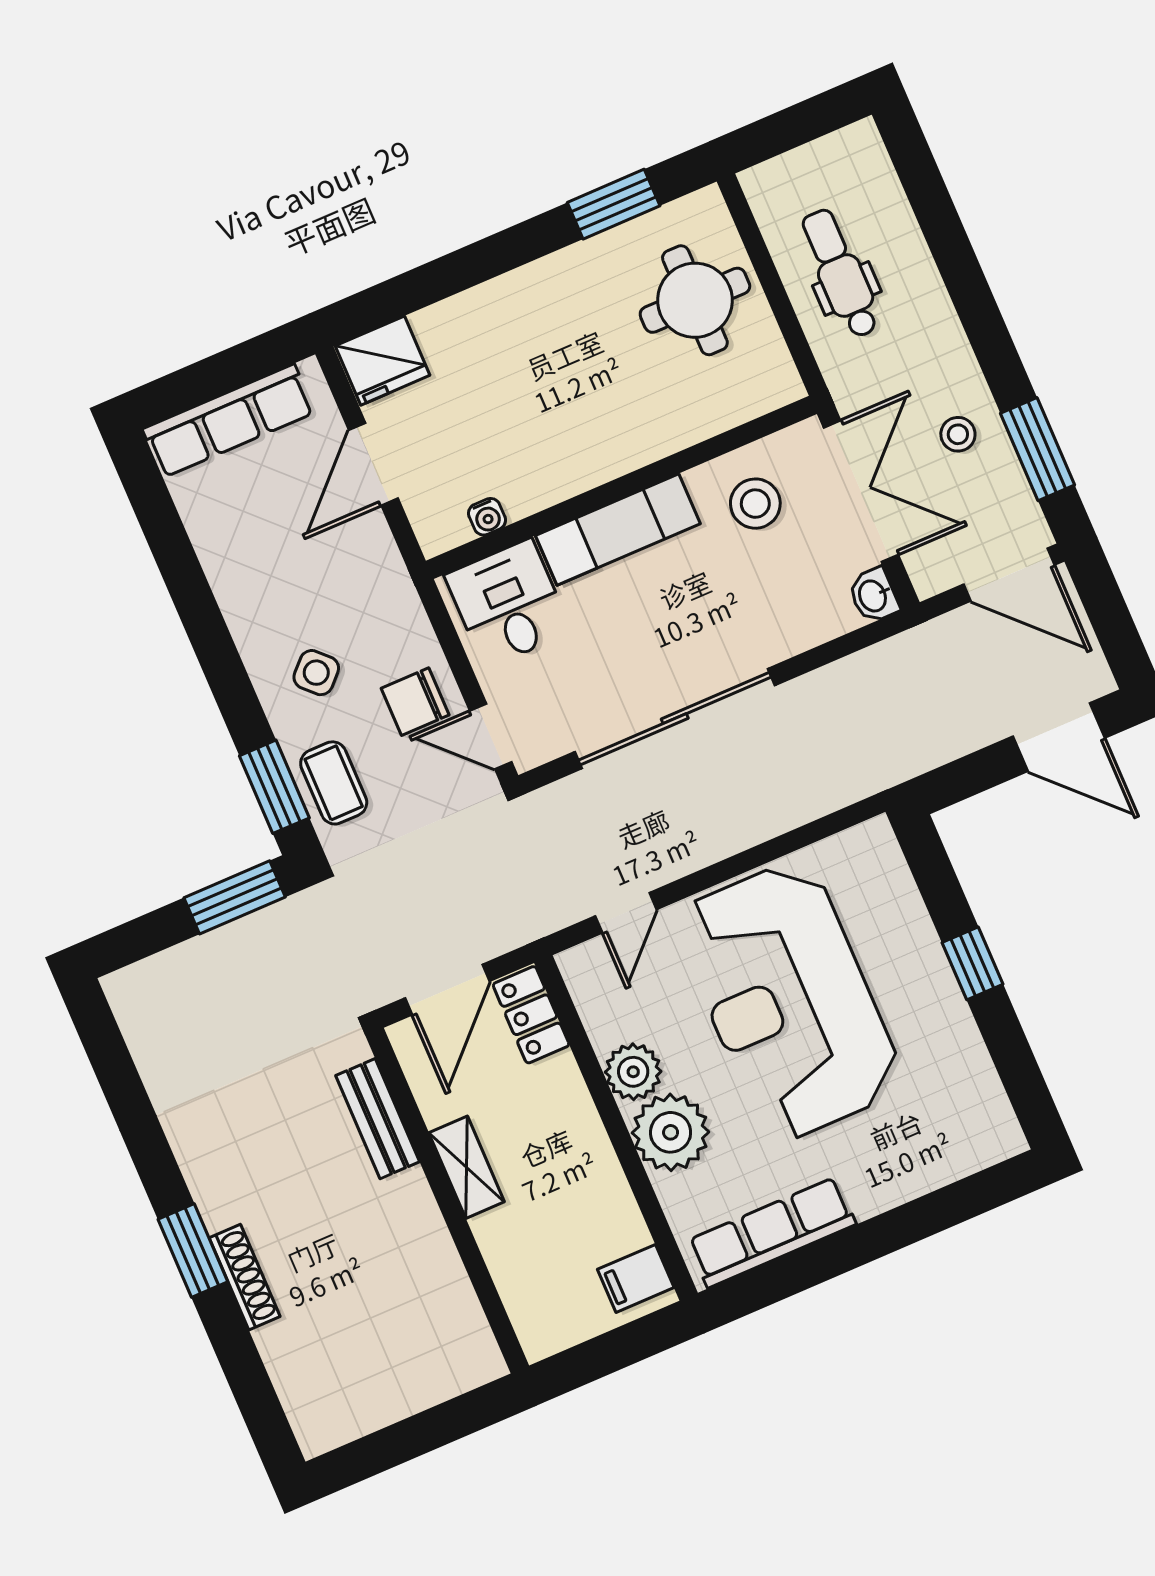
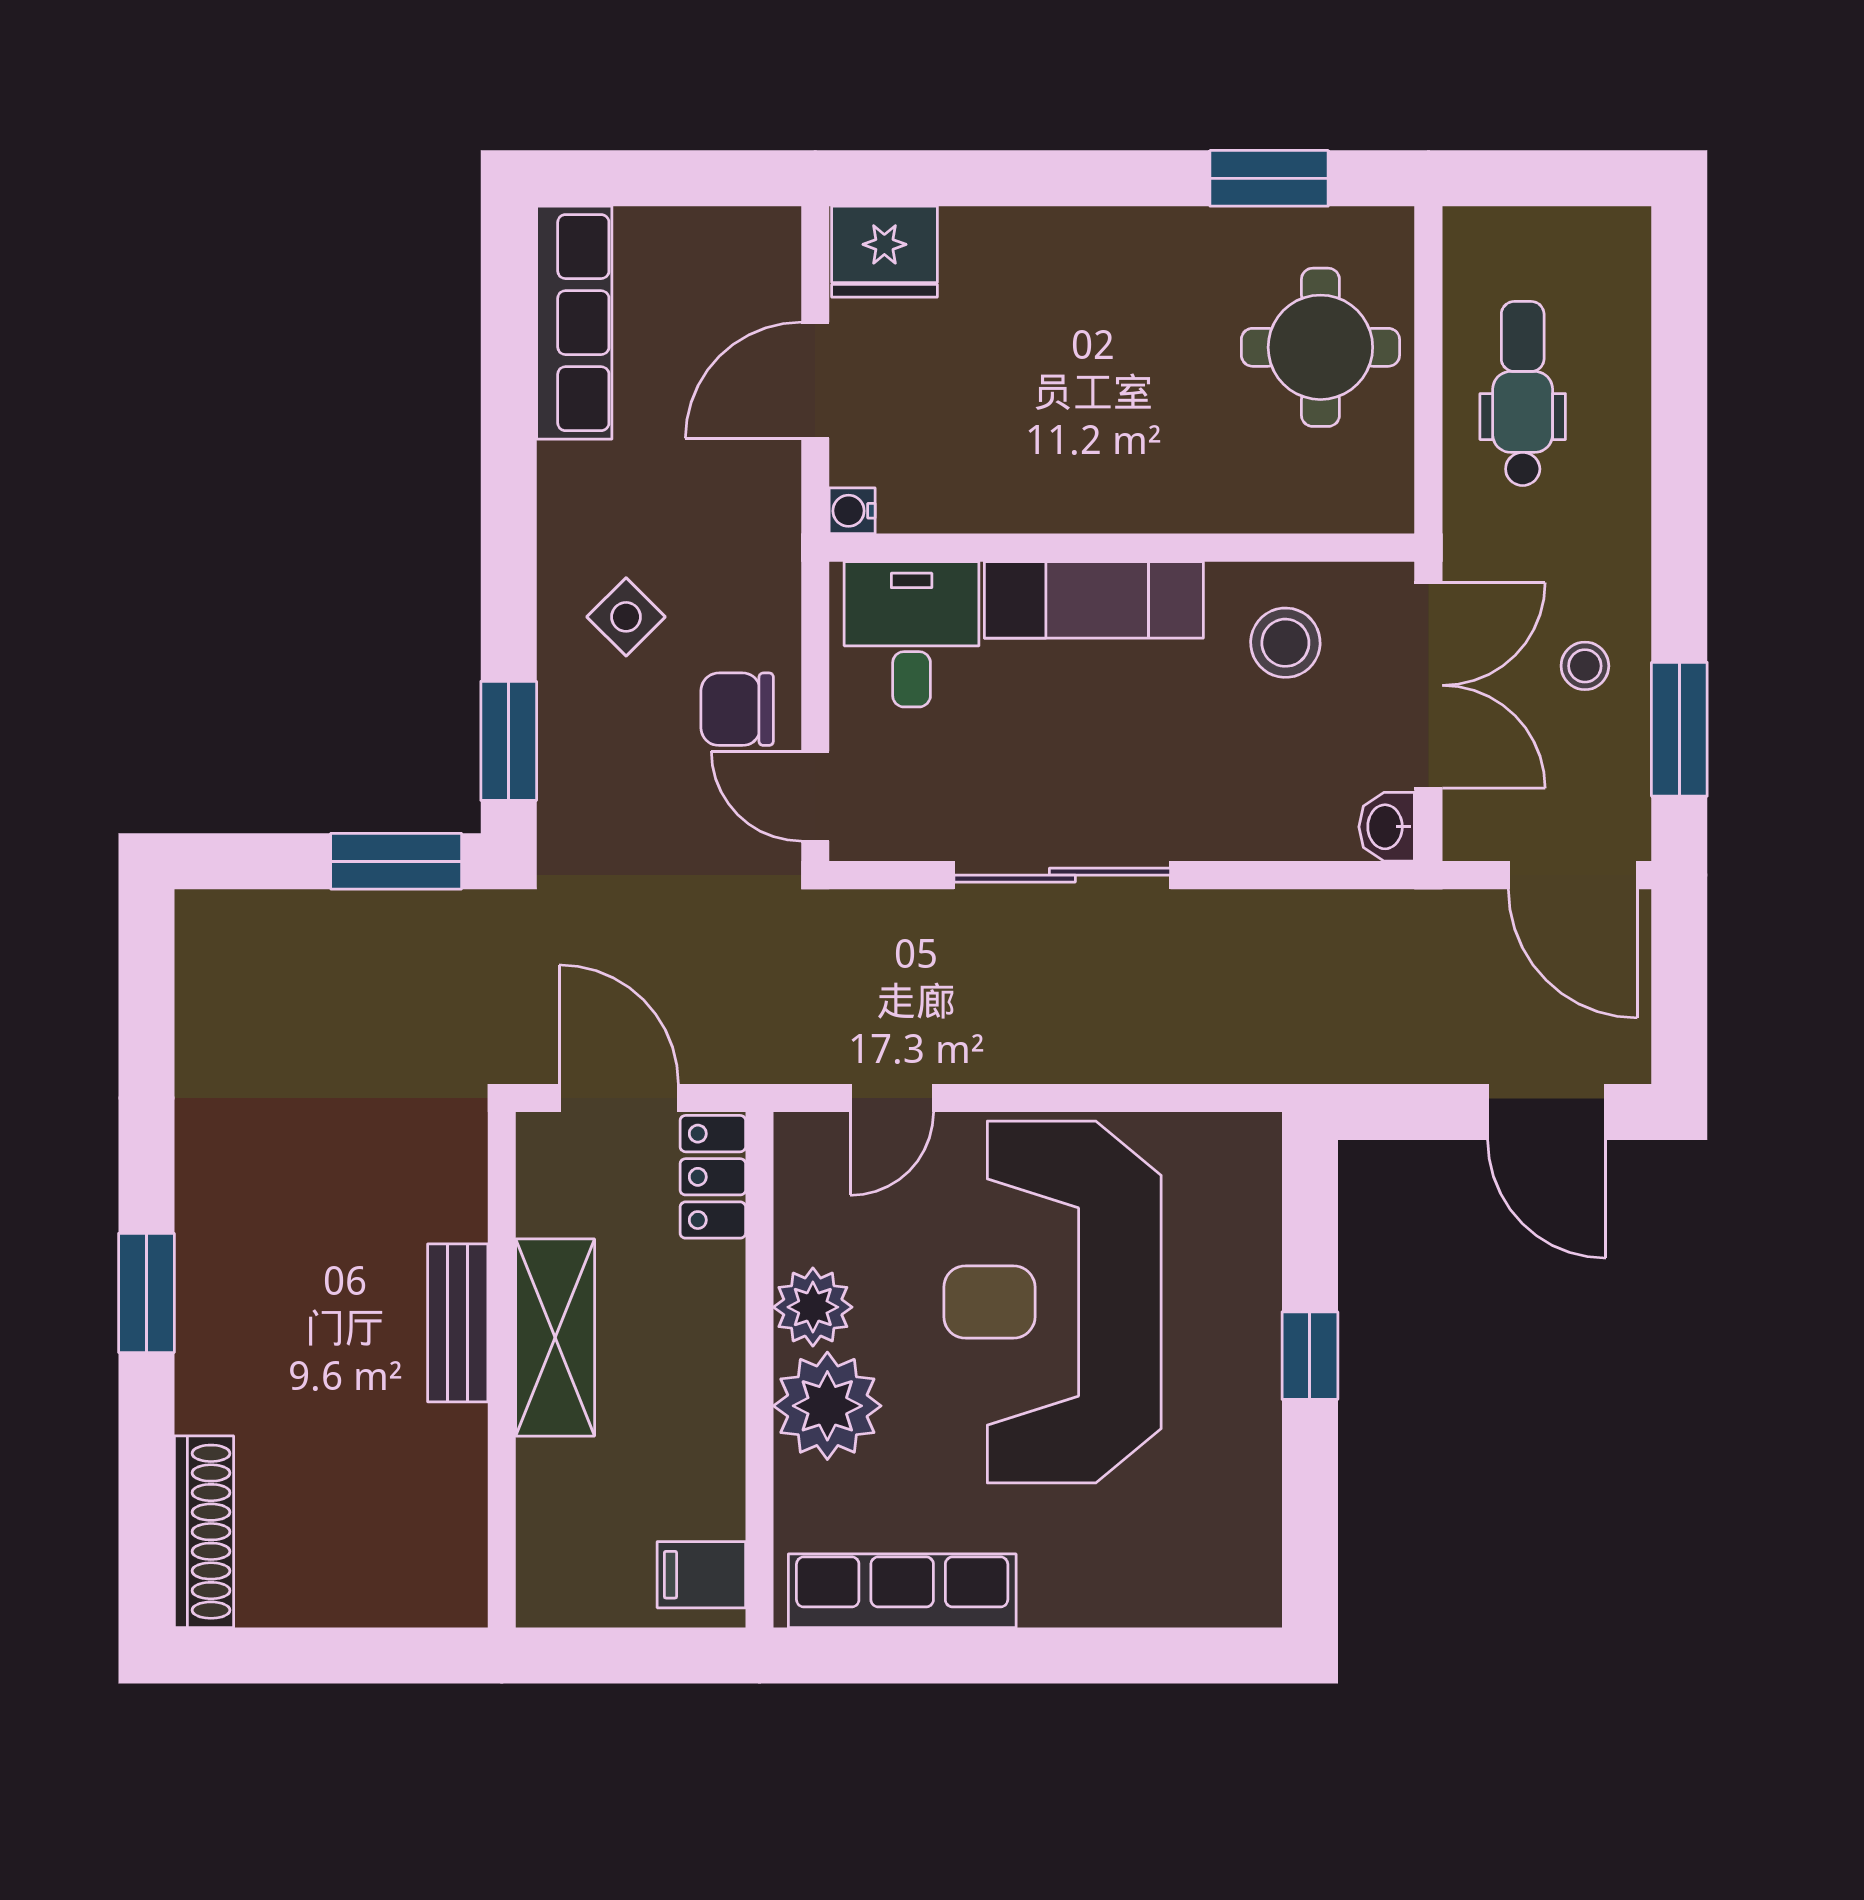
row of seats: (229, 421) -> (574, 323), moved, turned -90
water cooler: (487, 517) -> (852, 511), moved, turned 90
sliding door: (675, 719) -> (1062, 875), width x0.73
coffee table: (334, 783) -> (587, 769), removed
door: (447, 990) -> (619, 1098), swing flipped
bench: (378, 1119) -> (458, 1323), moved
shelving: (467, 1167) -> (555, 1337), width x1.50, depth x1.33
shoe rack: (245, 1277) -> (204, 1532), moved, width x1.36, depth x1.24

